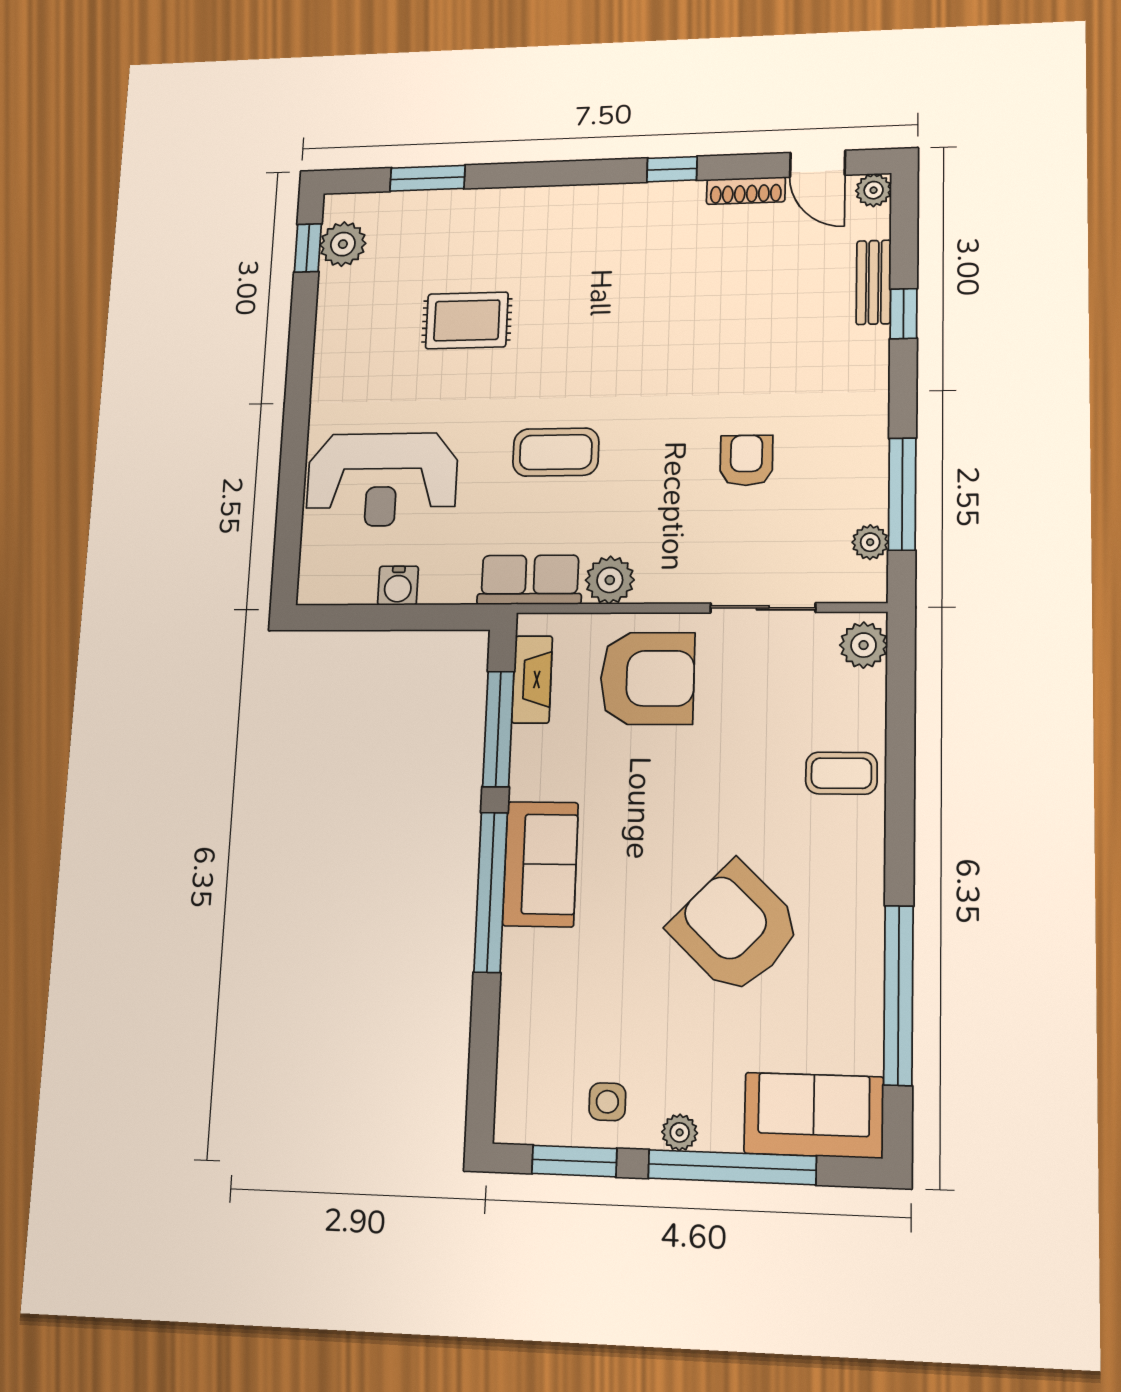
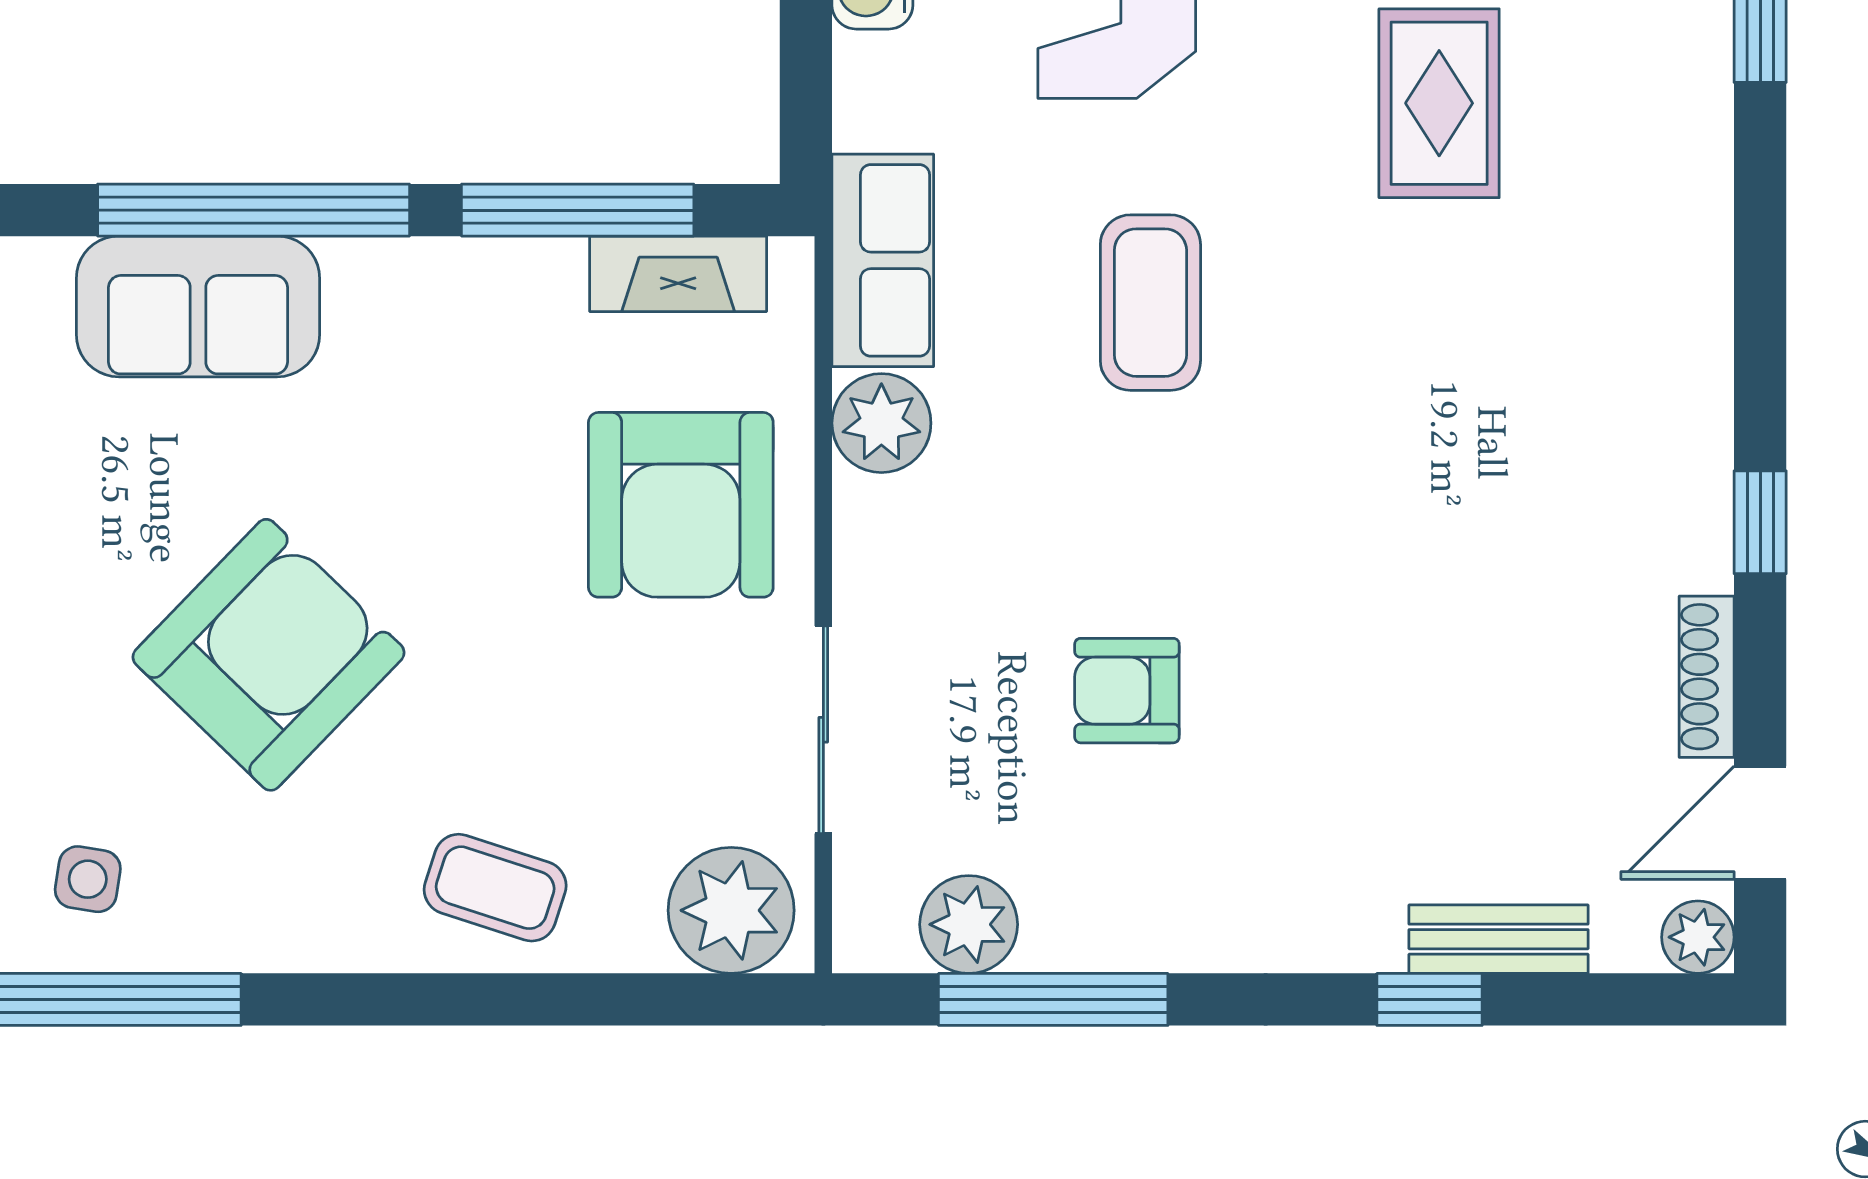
armchair: (746, 460) -> (1127, 691), turned 180
plant: (870, 542) -> (969, 924), width x1.38, depth x1.38
plant: (864, 645) -> (731, 910), width x1.36, depth x1.36
coffee table: (841, 773) -> (495, 888), turned -72
sofa: (540, 864) -> (198, 306), moved
armchair: (736, 928) -> (268, 655), moved
side table: (834, 986) -> (88, 879), added

